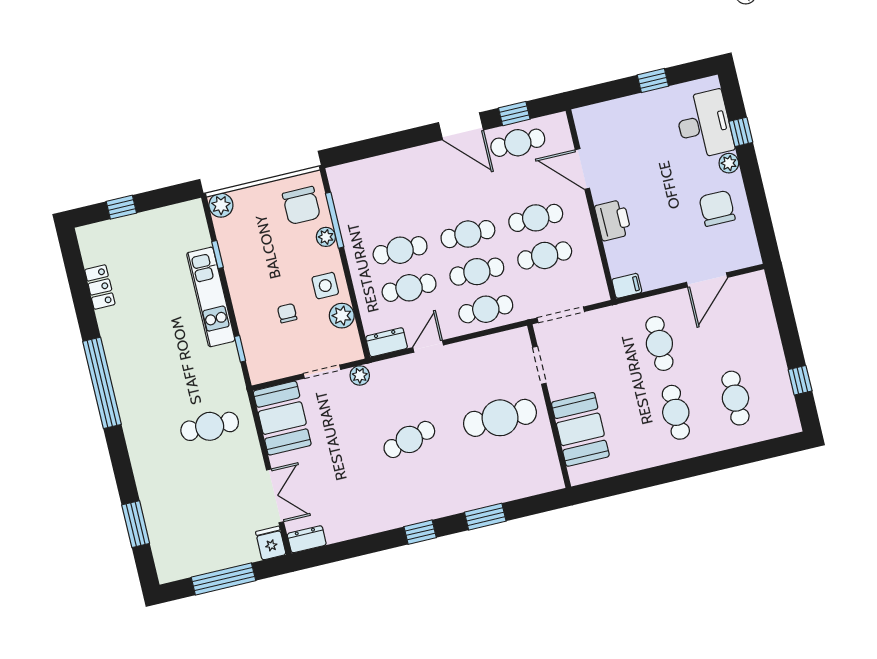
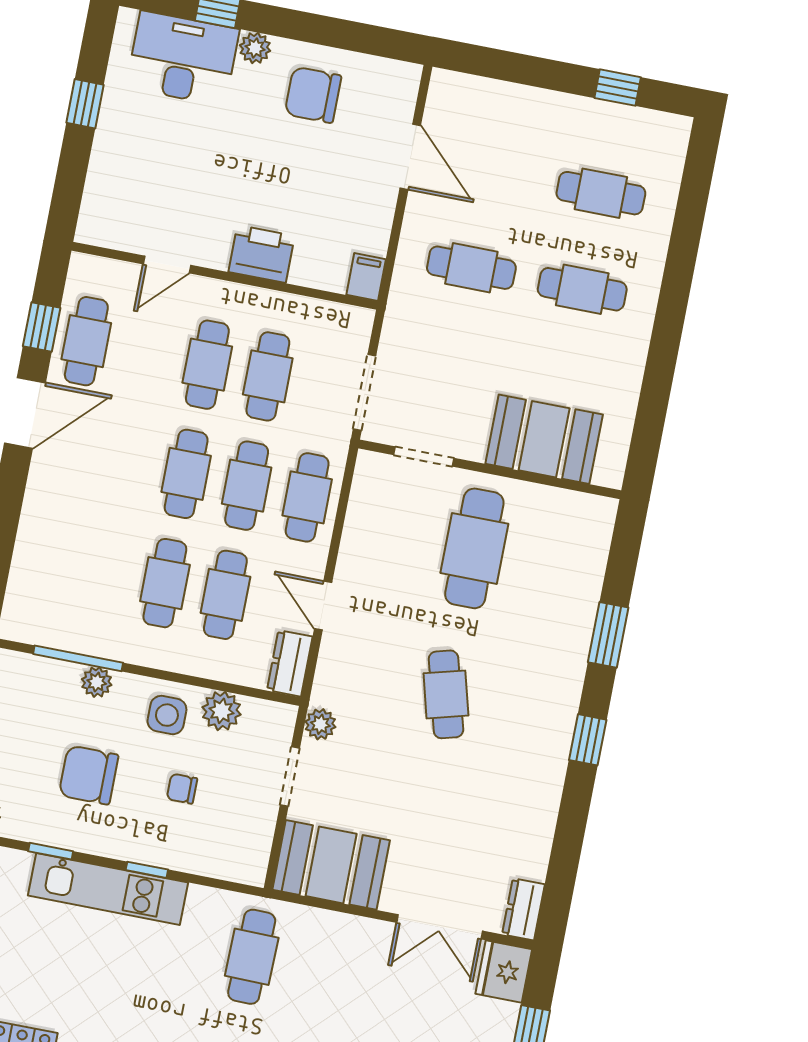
door: (582, 169) -> (167, 265), width x0.73
chair: (301, 205) -> (89, 775), moved, turned 180
window: (240, 349) -> (147, 870), moved
cafe table: (210, 426) -> (252, 957), moved
double door: (275, 496) -> (440, 927), swing flipped
fridge: (271, 543) -> (504, 972), width x1.38

